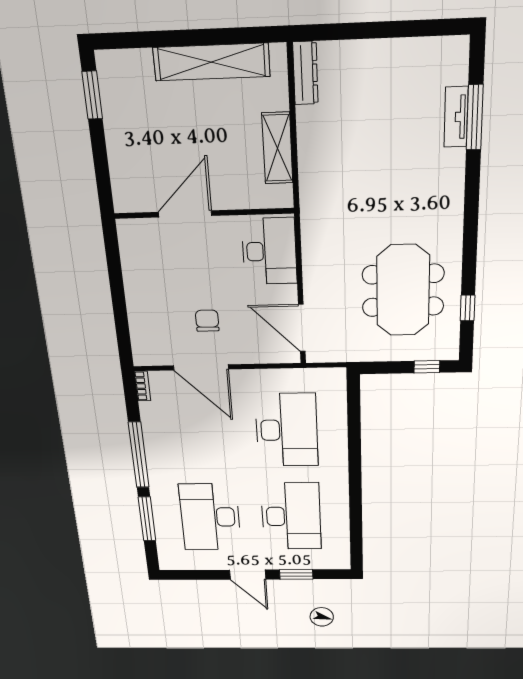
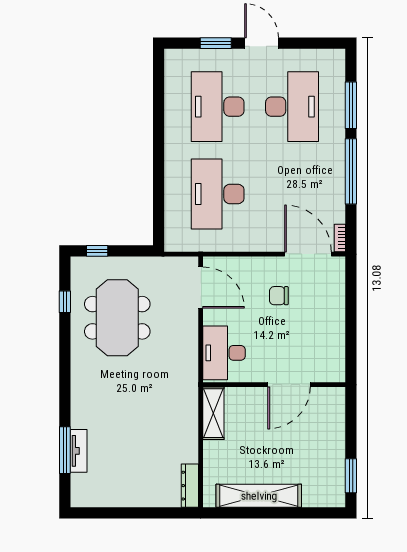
shelving: (277, 148) -> (213, 413), moved
chair: (207, 321) -> (279, 296), turned 90
door: (201, 367) -> (308, 254), moved

